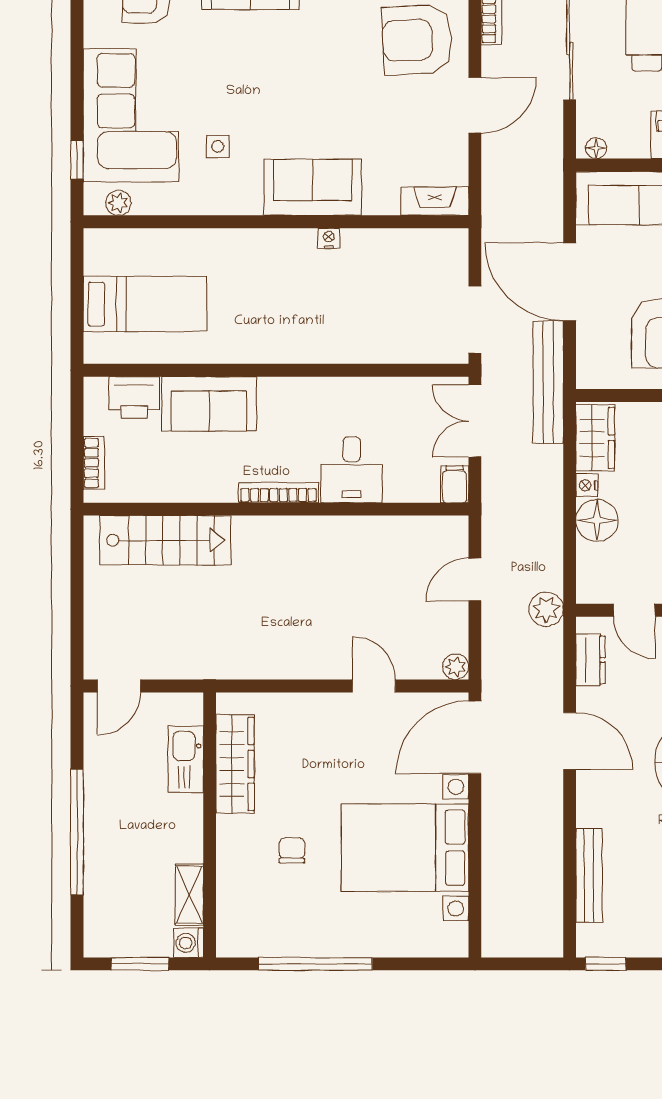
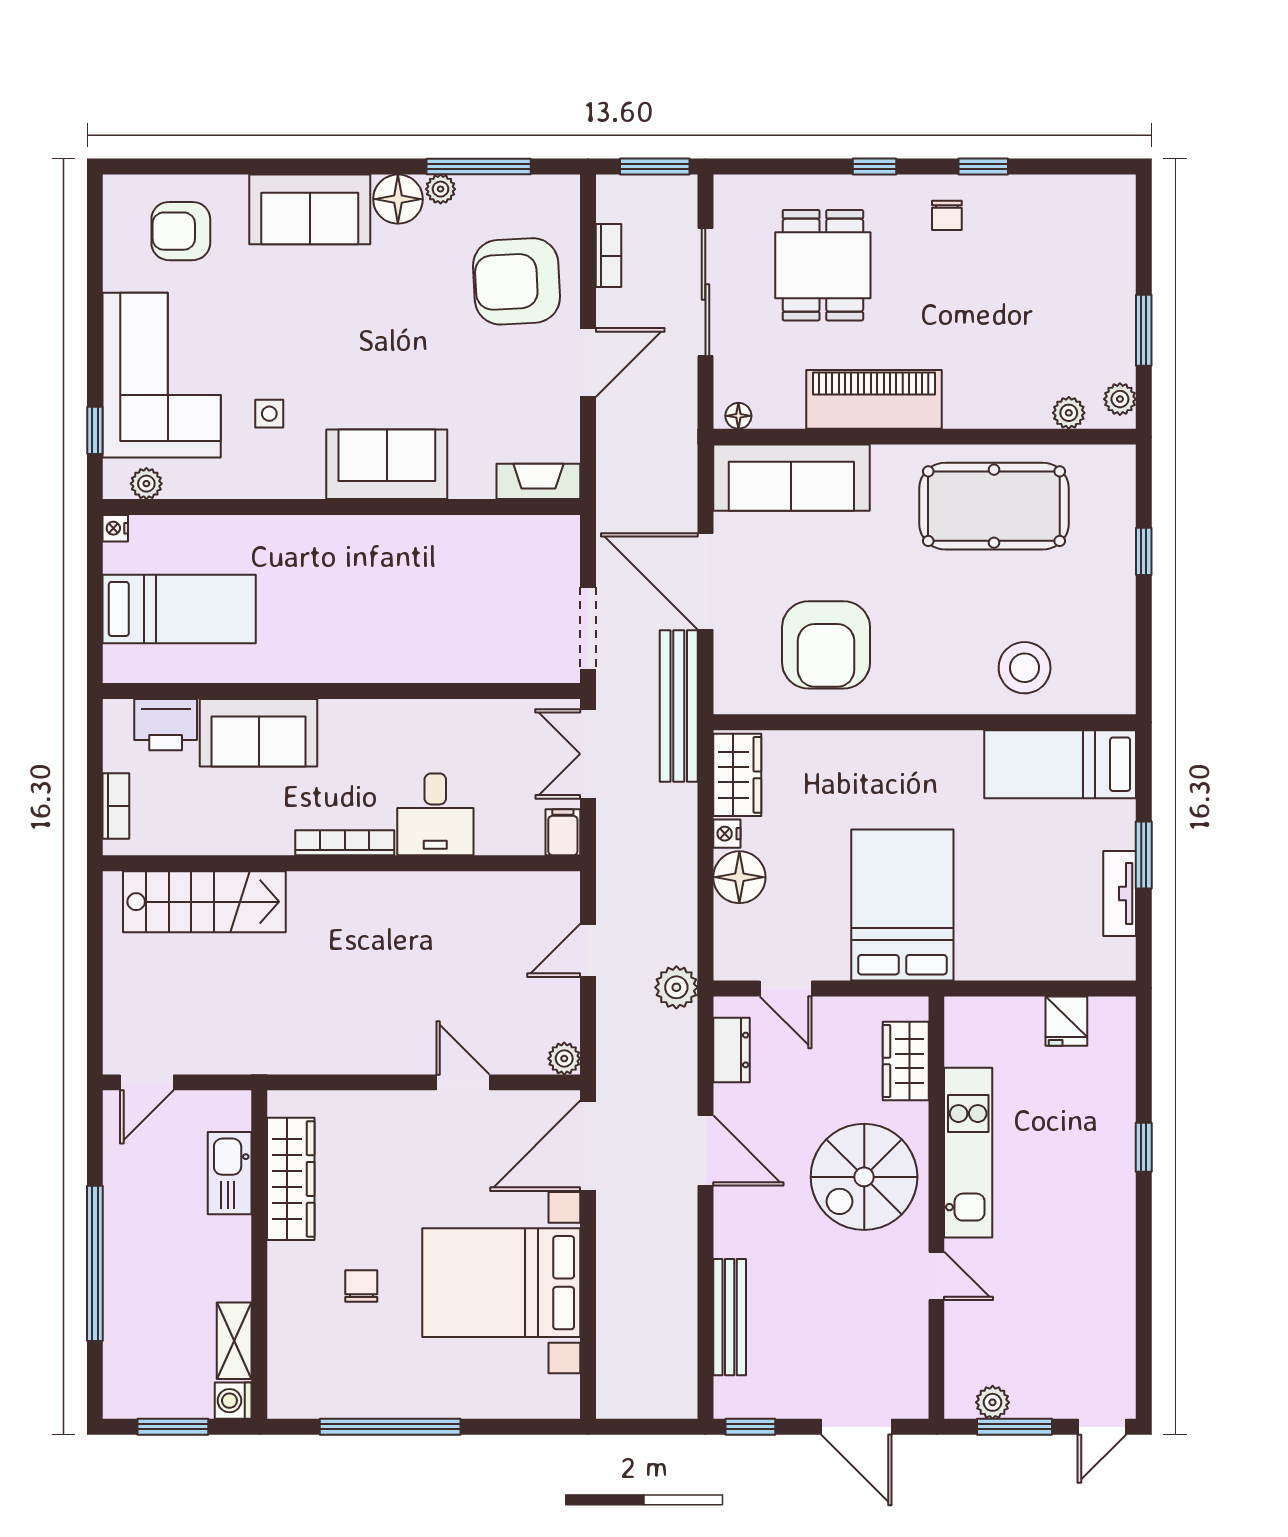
nightstand: (329, 238) -> (115, 528), moved, turned -90

